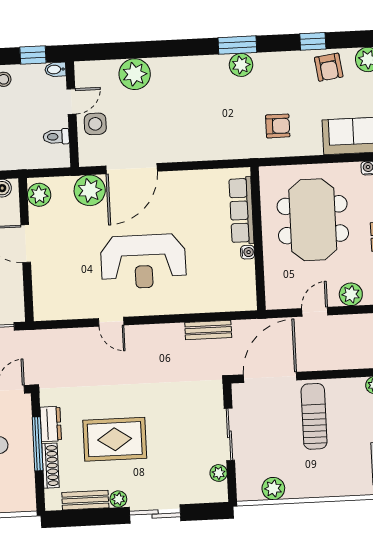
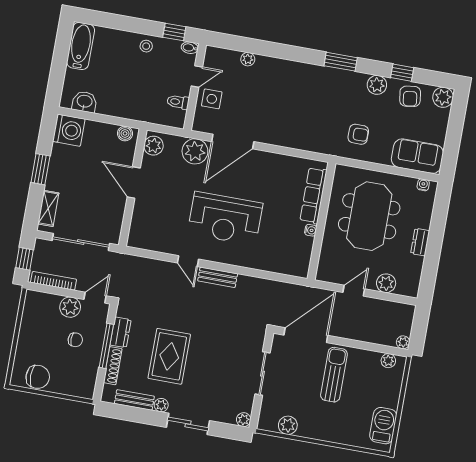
plant: (241, 65) -> (377, 85), moved
plant: (135, 74) -> (248, 59), width x0.53, depth x0.53
bench: (208, 330) -> (218, 277), moved
rug: (115, 439) -> (169, 356), turned 90
plant: (219, 473) -> (244, 420), moved

